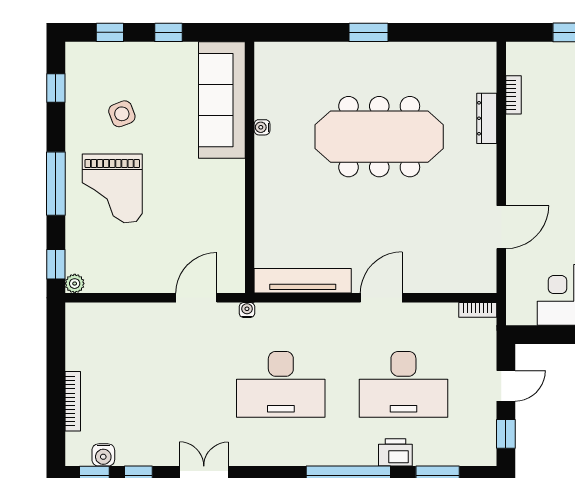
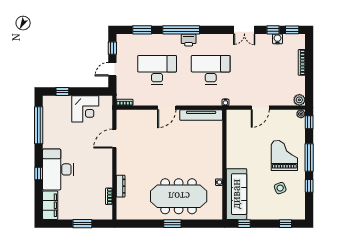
window: (169, 32) -> (244, 224), moved
window: (56, 88) -> (309, 186), moved
meeting table: (379, 137) -> (179, 196), moved
door: (196, 298) -> (260, 108), moved
plant: (78, 315) -> (299, 100), added
printer: (395, 452) -> (189, 40), moved
water cooler: (103, 455) -> (277, 39), moved

